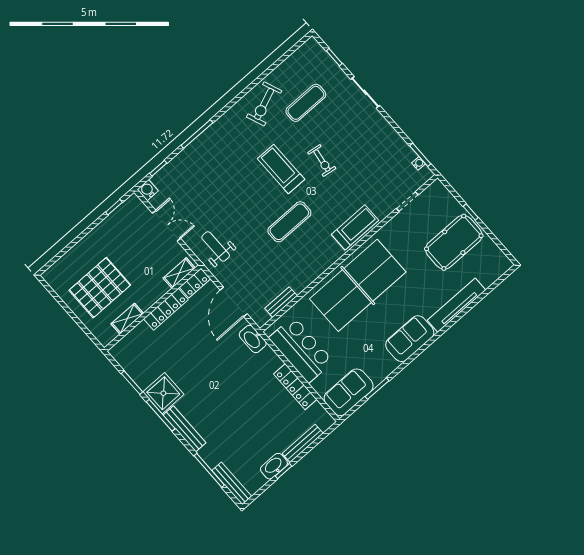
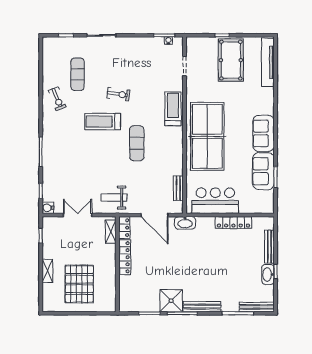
exercise bike: (264, 104) -> (57, 99), width x0.73, depth x0.72
tv unit: (457, 305) -> (268, 62), moved
shelving: (127, 319) -> (47, 271), moved
sofa: (349, 392) -> (263, 171), moved

